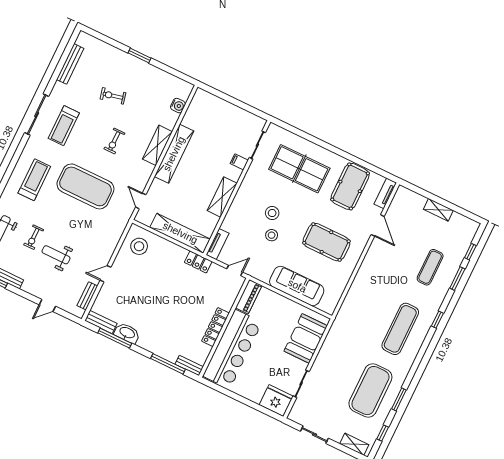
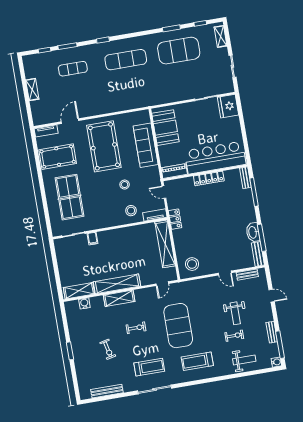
shelving: (222, 197) -> (79, 291), moved
stool: (272, 213) -> (131, 211), moved
pool table: (326, 242) -> (104, 146), width x1.36, depth x1.32
booth: (306, 338) -> (165, 128), moved, turned 90

